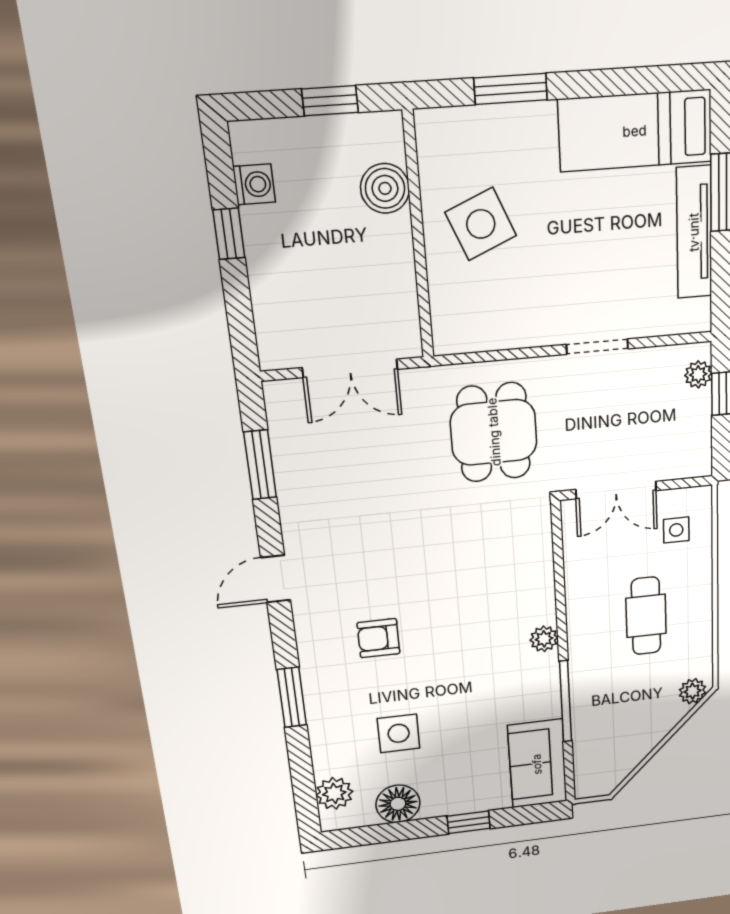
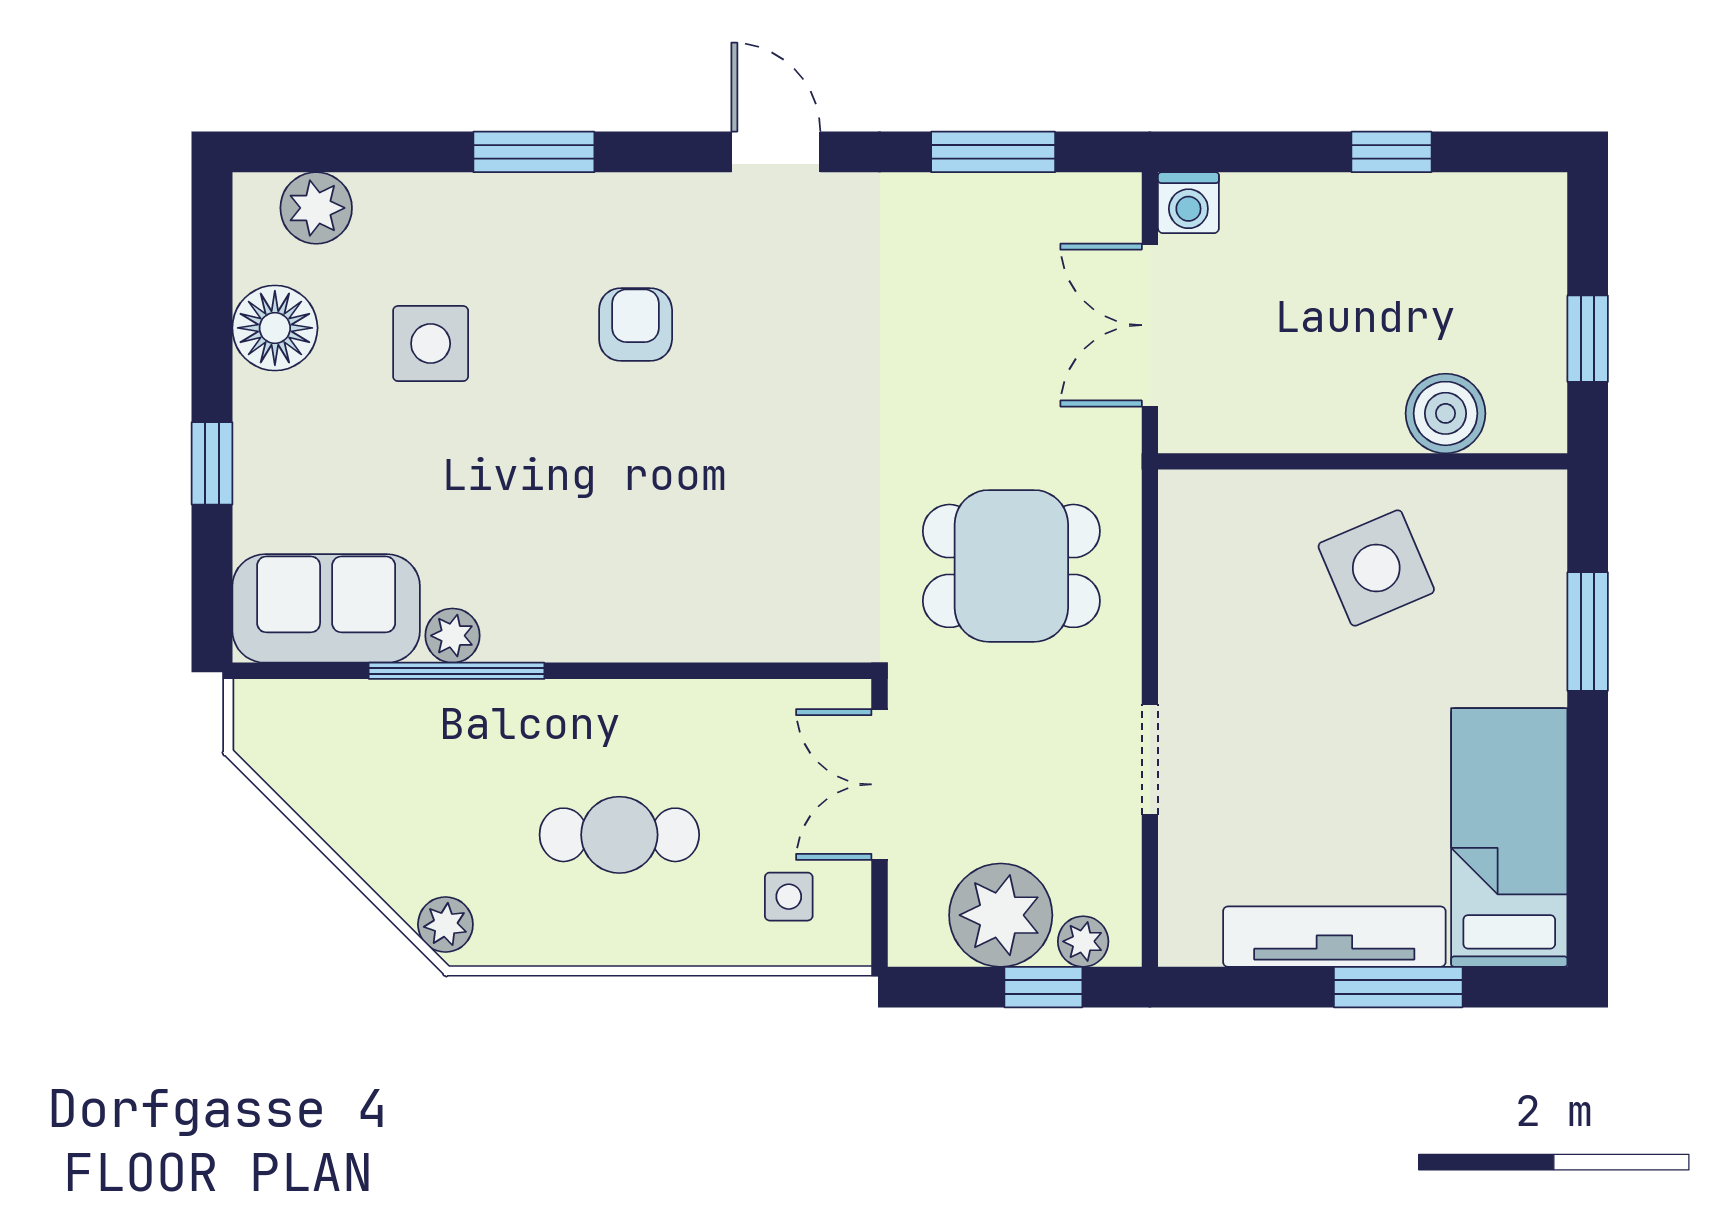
washing machine: (254, 184) -> (1188, 203), moved
plant: (684, 420) -> (1001, 915), added
plant: (544, 639) -> (452, 636), moved

